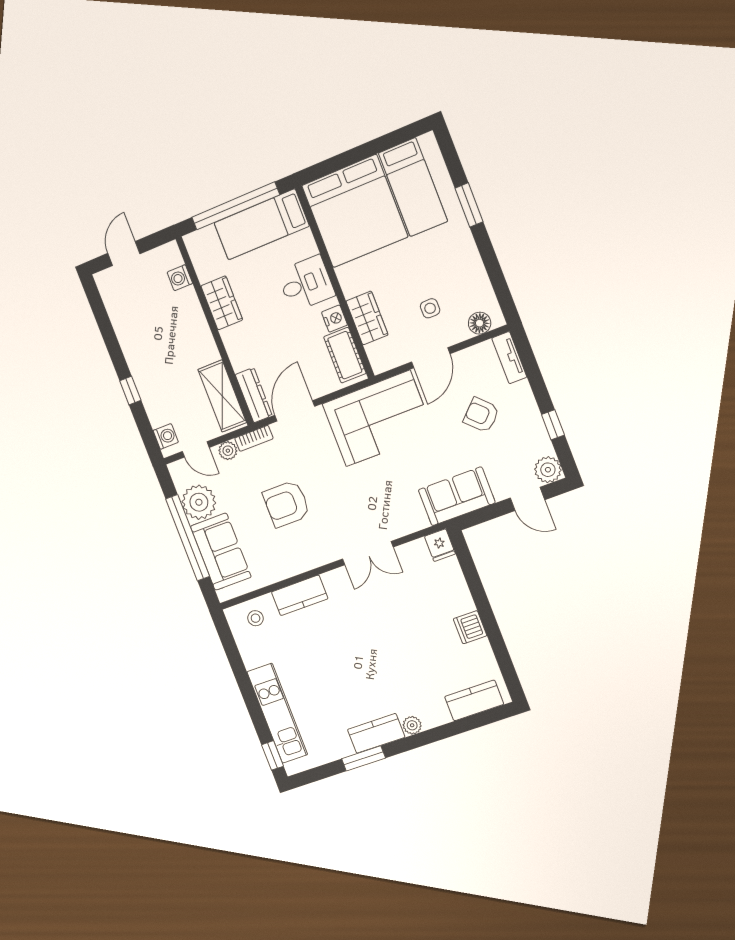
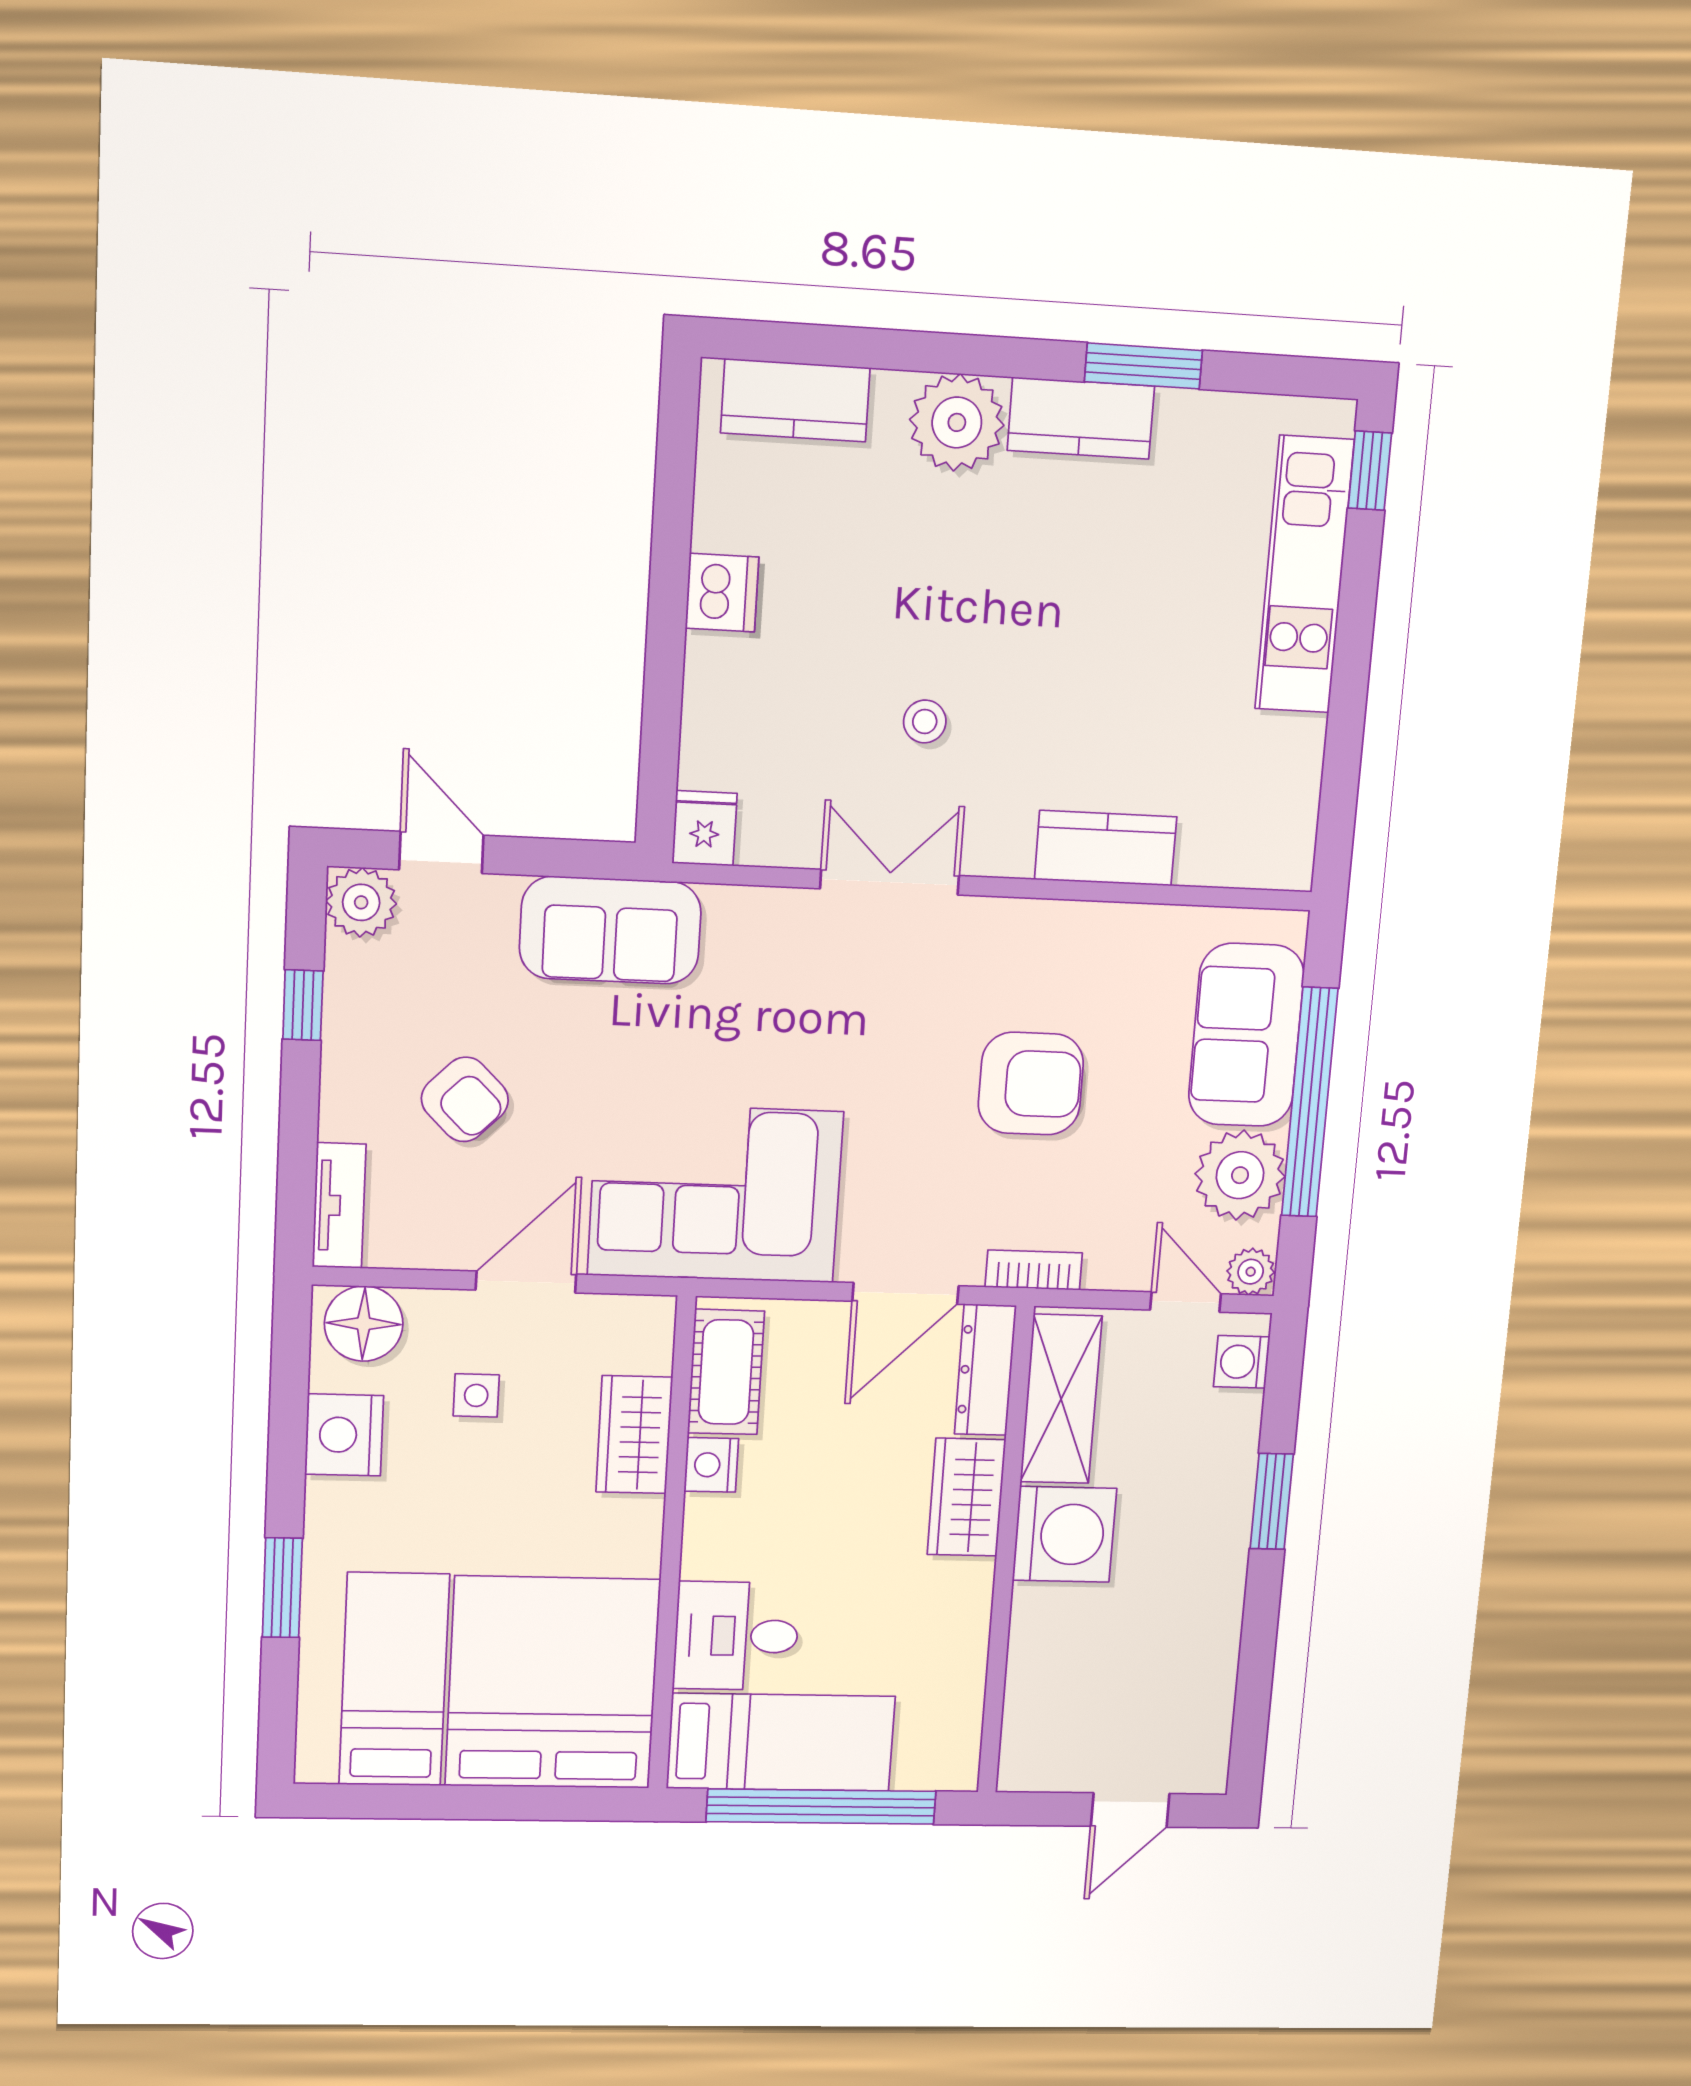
nightstand: (471, 273) -> (344, 1435), added
washing machine: (180, 278) -> (1064, 1534), moved, width x1.89, depth x1.89
desk: (306, 284) -> (736, 1636), moved
wardrobe: (222, 303) -> (966, 1497), moved
floor lamp: (480, 323) -> (364, 1324), width x1.38, depth x1.38
window: (130, 390) -> (1272, 1501), width x1.50
plant: (228, 451) -> (1251, 1272), moved
stool: (256, 618) -> (925, 721), moved
plant: (412, 725) -> (957, 422), width x1.88, depth x1.88

